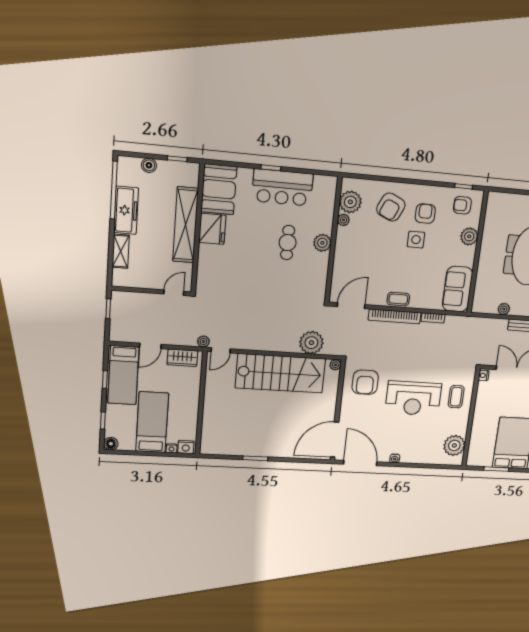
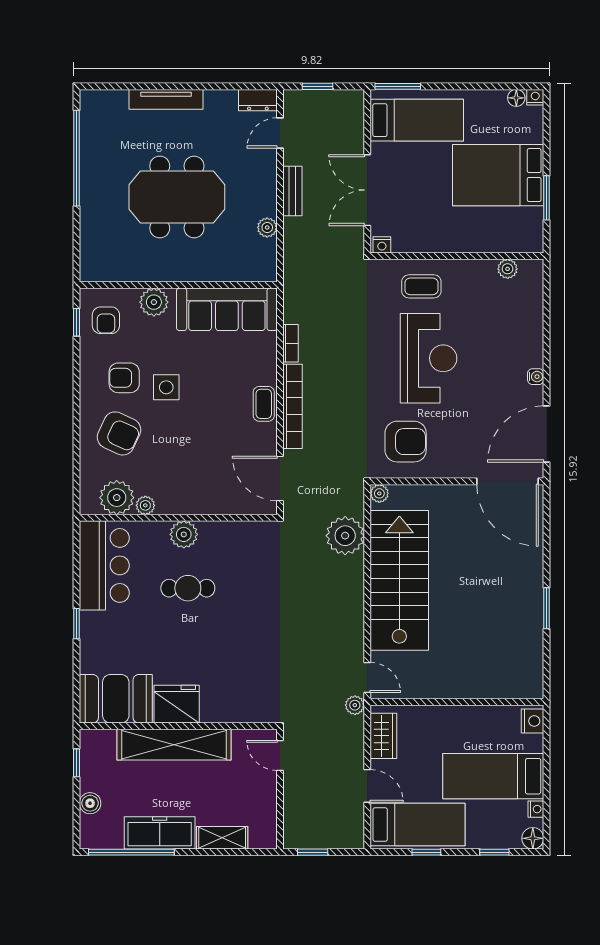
bar counter: (282, 187) -> (104, 565), moved
sofa: (457, 289) -> (227, 309), width x1.36
plant: (454, 445) -> (508, 269), width x0.53, depth x0.53
nightstand: (172, 448) -> (536, 809), moved

